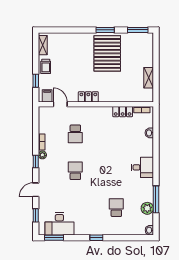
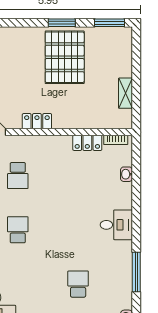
plant: (147, 208) -> (124, 285), removed

